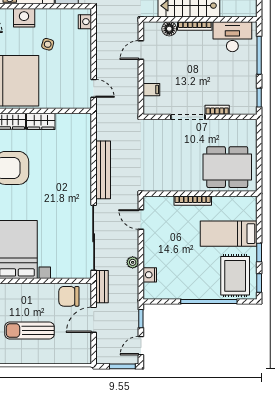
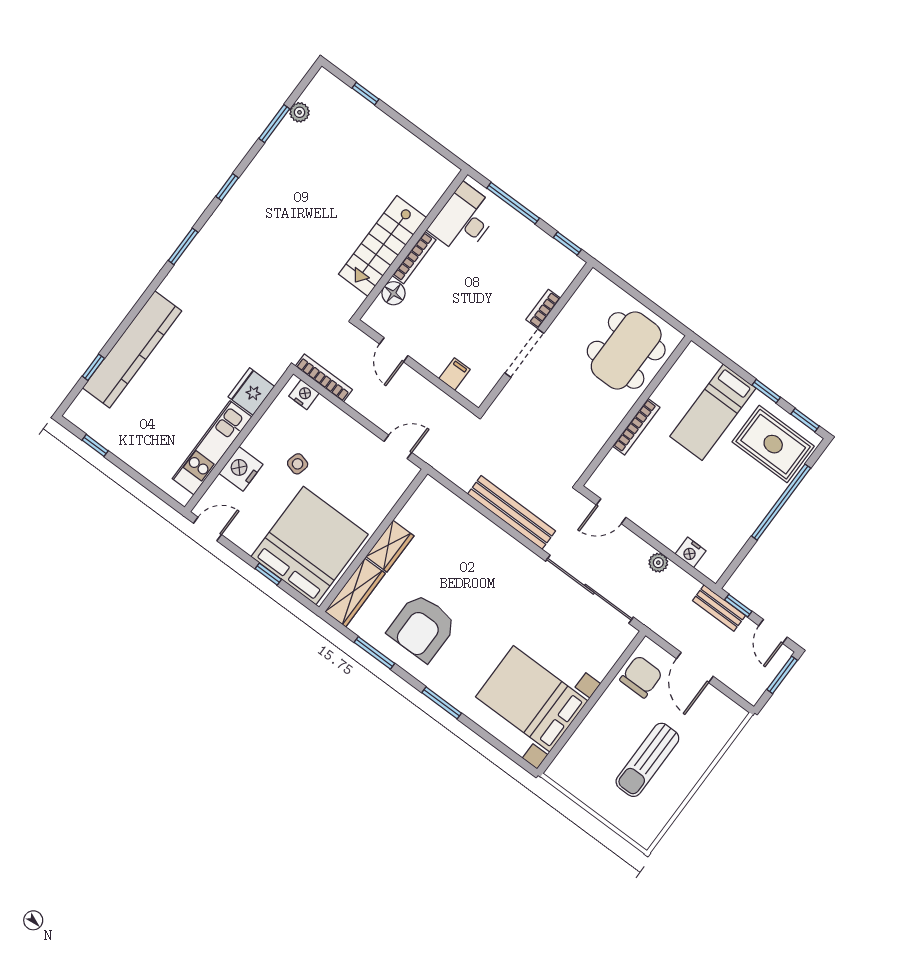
bookcase: (101, 25) -> (324, 378), added
bench: (102, 287) -> (719, 608), moved
chair: (69, 296) -> (641, 677), turned 180

